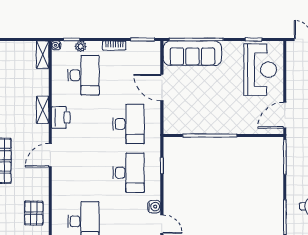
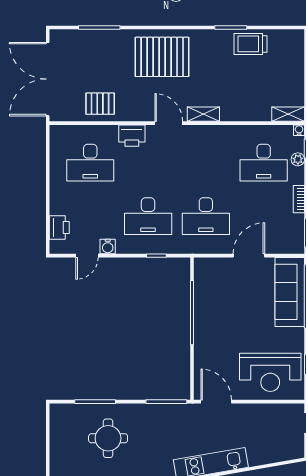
shelving: (43, 110) -> (203, 114), moved
printer: (61, 117) -> (132, 136), moved

